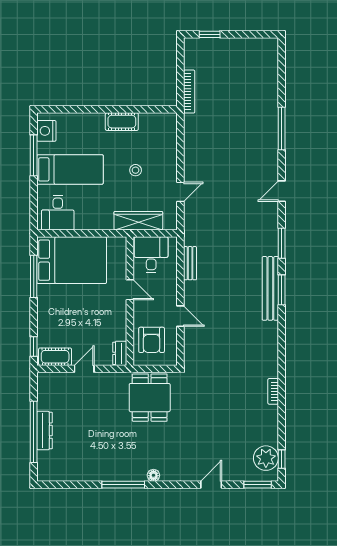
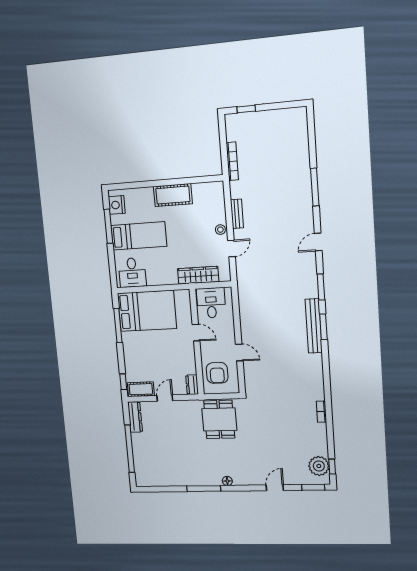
cot: (122, 122) -> (173, 195), width x1.37, depth x1.34
stool: (136, 170) -> (220, 230), moved
bench: (190, 263) -> (237, 214), moved
dresser: (44, 431) -> (135, 417), moved

